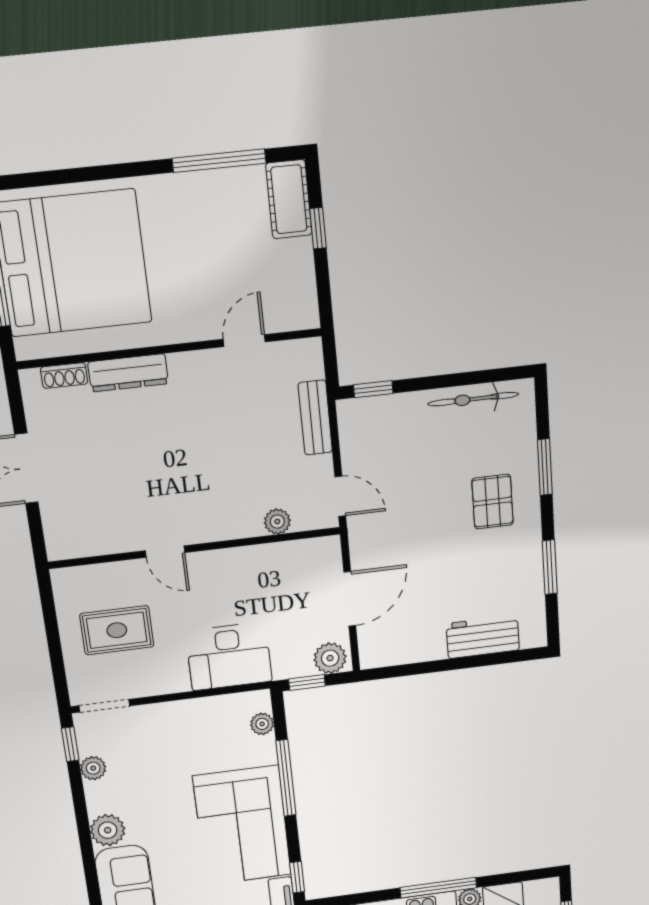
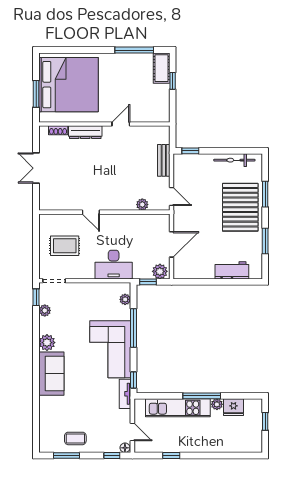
door: (244, 341) -> (121, 124), moved
pallet: (493, 502) -> (240, 207), width x2.05, depth x2.00

